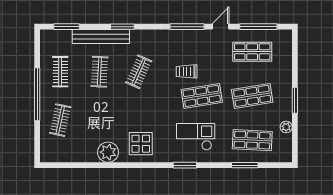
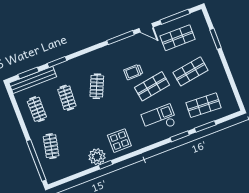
window: (122, 27) -> (57, 62), moved
door: (220, 27) -> (146, 28), swing flipped
bench: (101, 36) -> (33, 80), moved
window: (37, 94) -> (36, 160), moved
window: (295, 100) -> (215, 39), moved
plant: (286, 127) -> (226, 85), removed
window: (114, 165) -> (106, 165), added
window: (185, 165) -> (180, 136), moved

